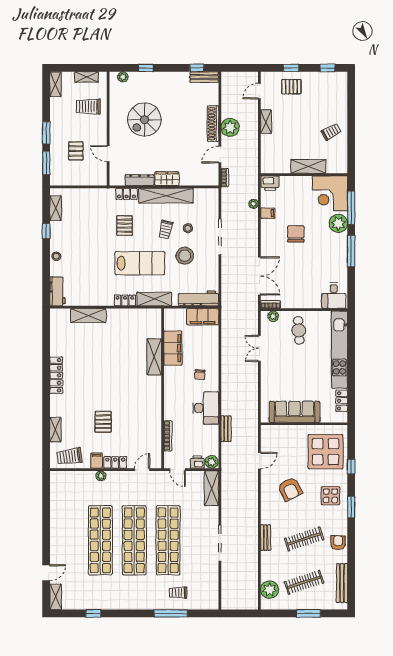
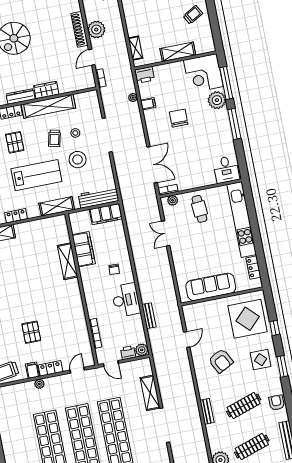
shelving: (266, 122) -> (135, 48), moved
locker: (125, 300) -> (16, 216), moved
shelving: (212, 488) -> (150, 393), moved

